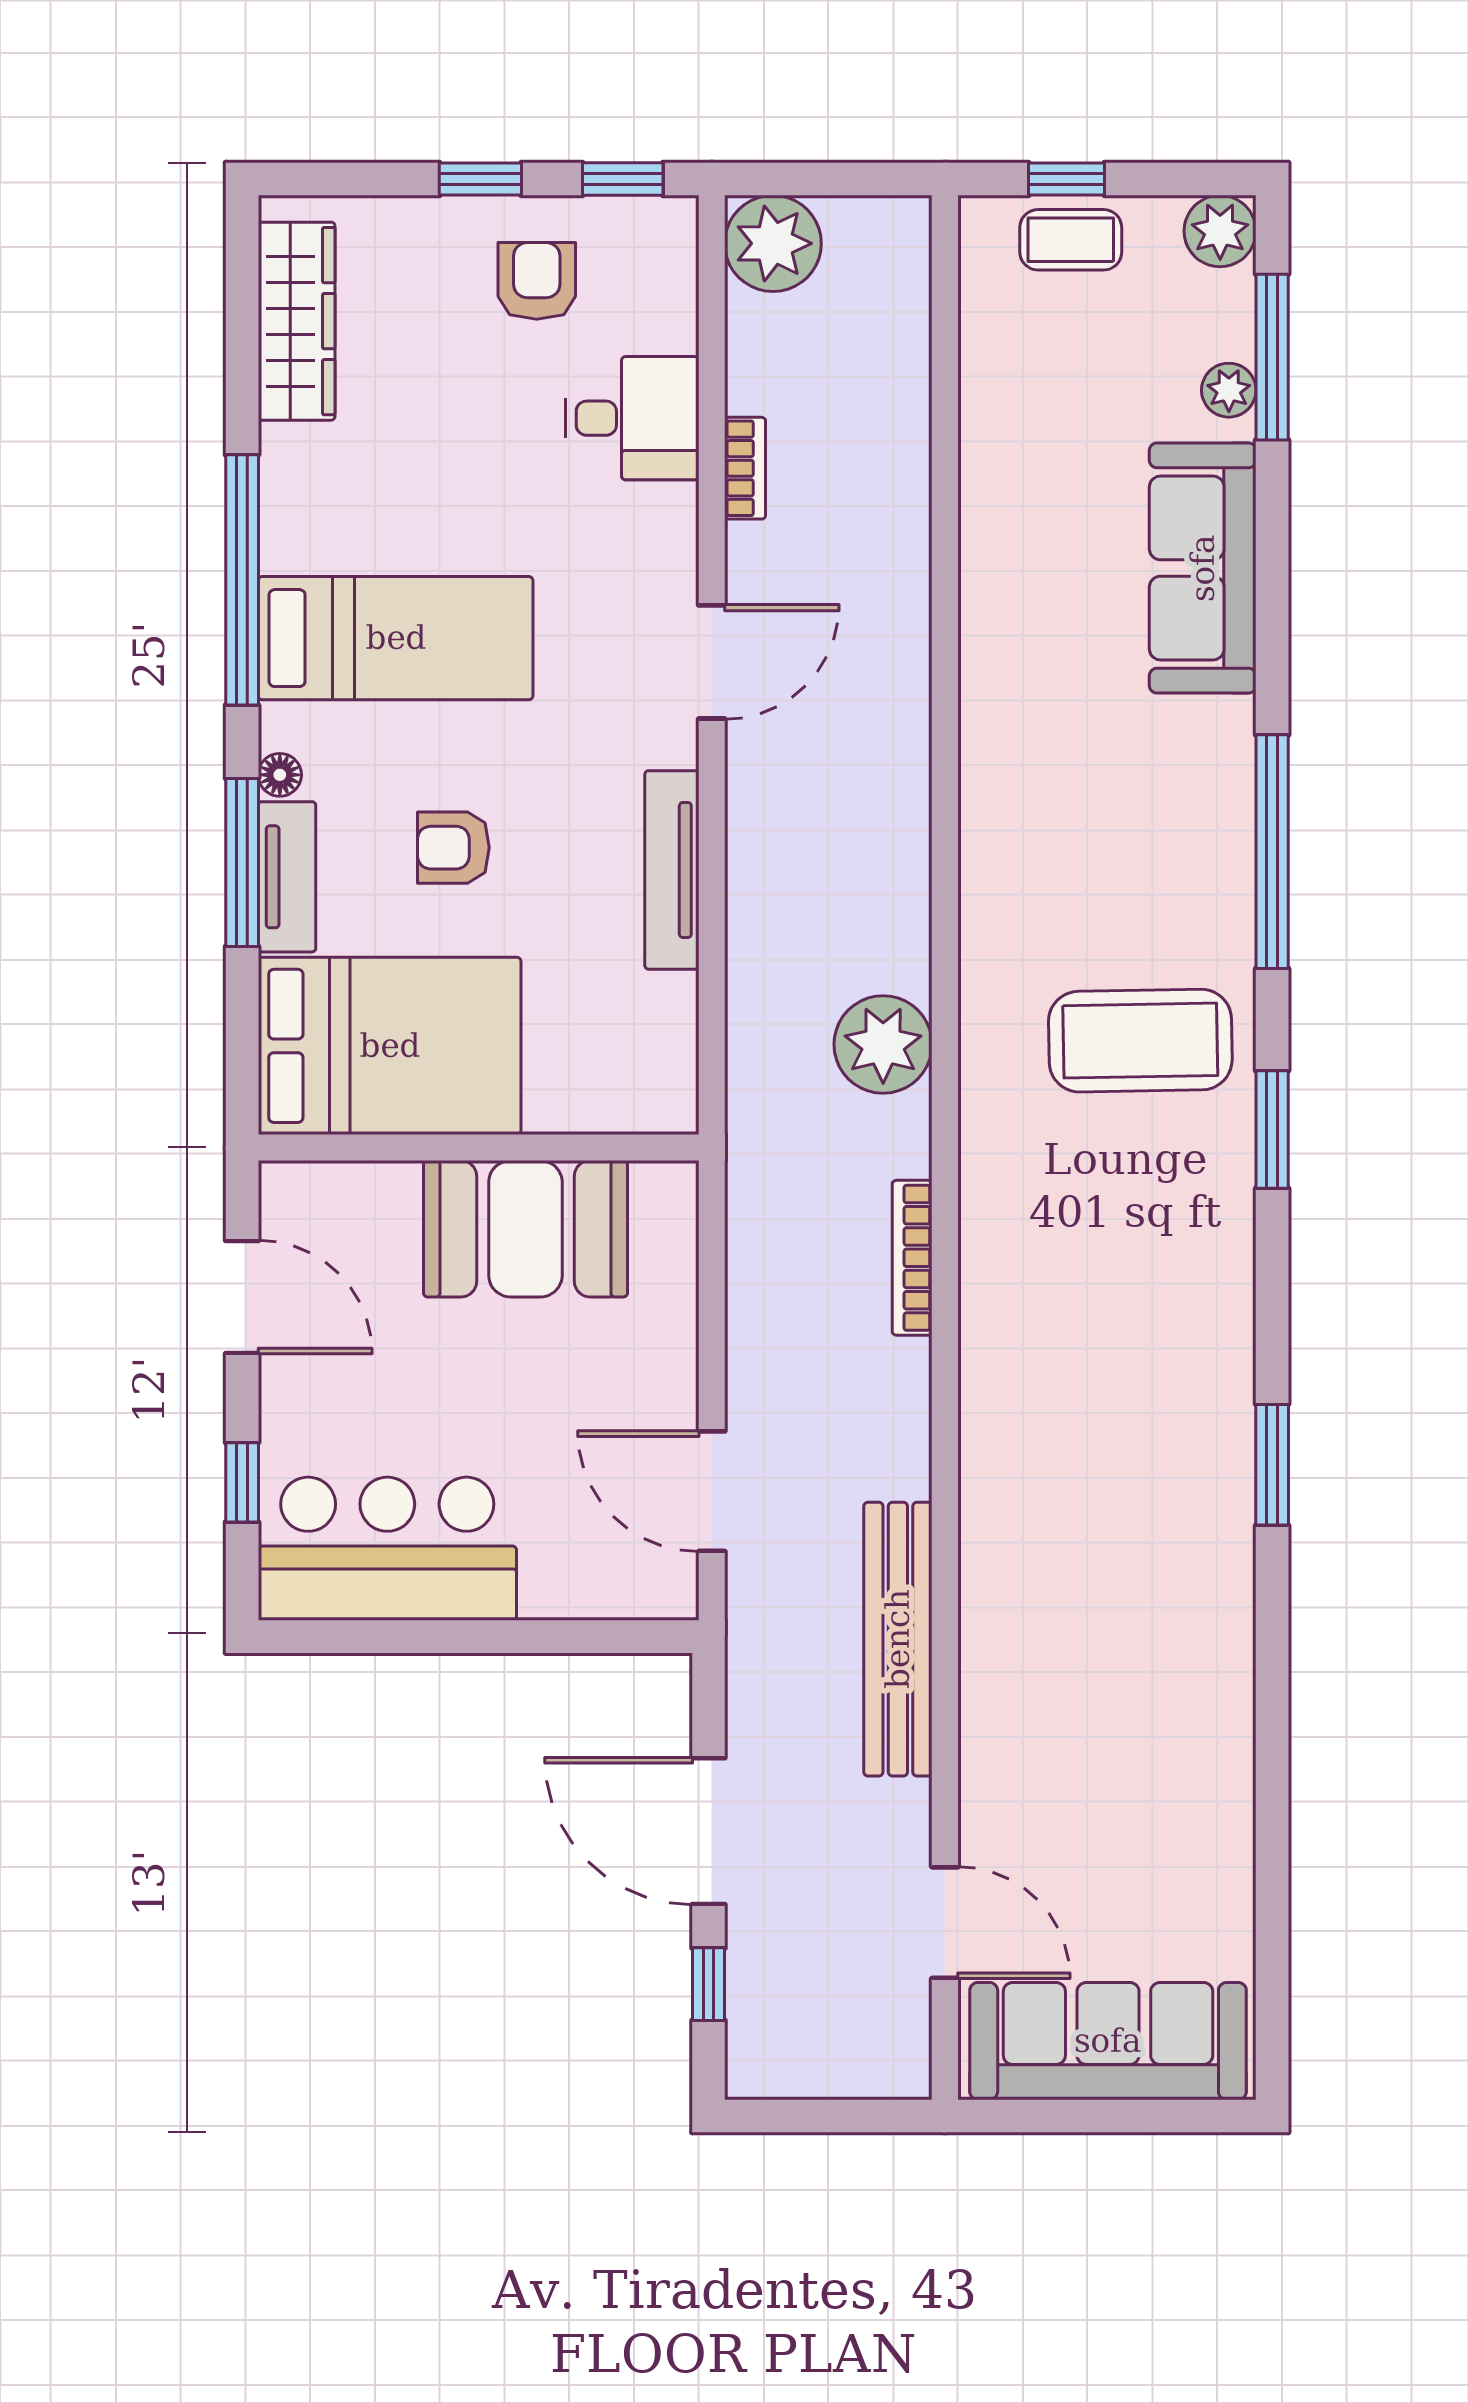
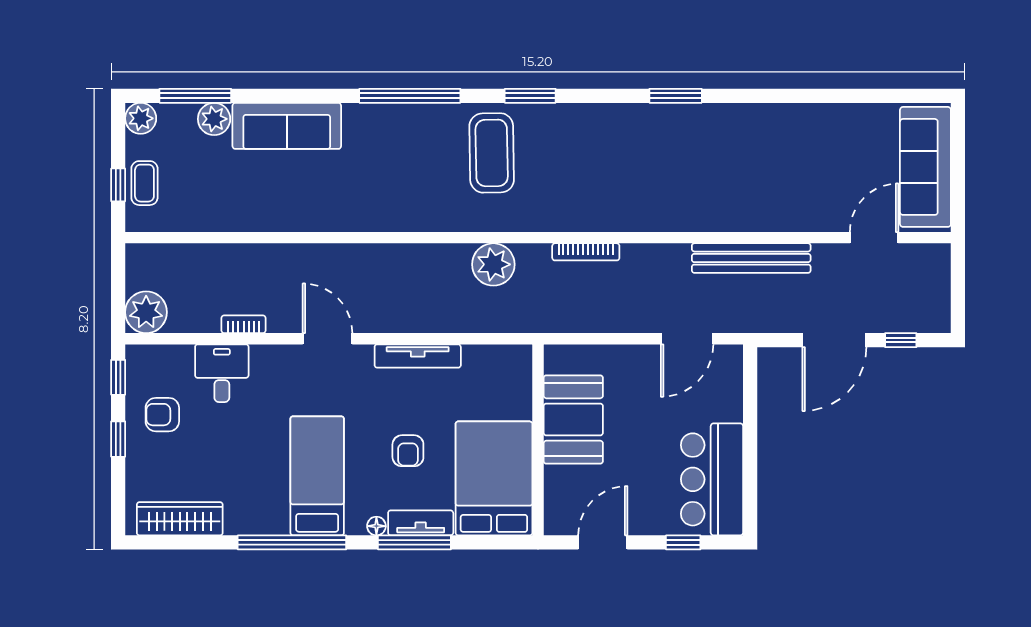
plant: (1229, 390) -> (214, 119), width x1.38, depth x1.38

